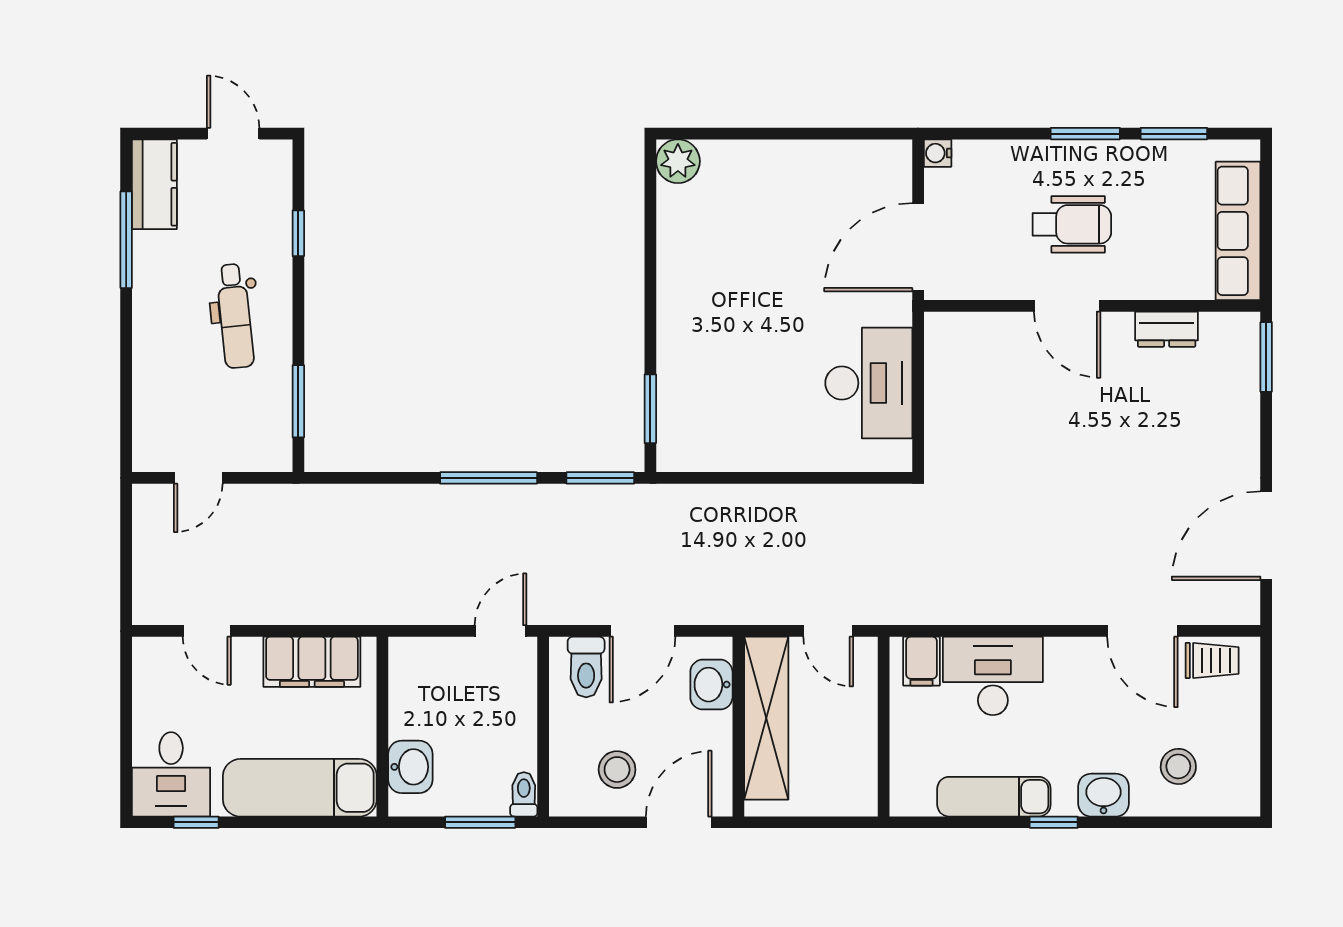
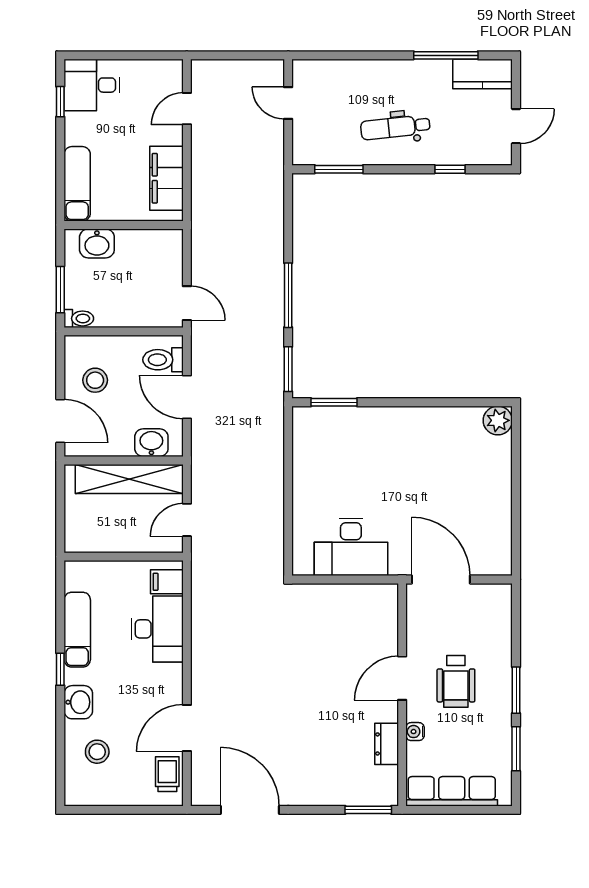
water cooler: (938, 153) -> (415, 732), moved, turned -90
trolley: (1212, 660) -> (167, 774), turned 180
exam couch: (300, 788) -> (77, 184), width x0.73, depth x0.69

